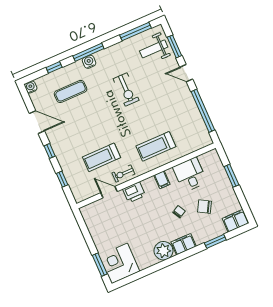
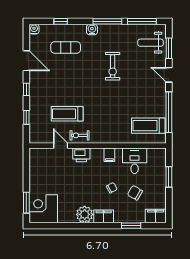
window: (88, 52) -> (107, 21), moved
treadmill: (156, 146) -> (148, 126), moved

